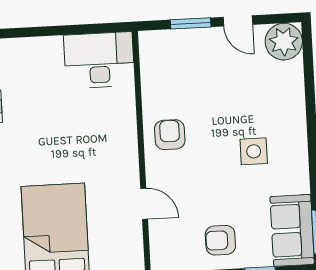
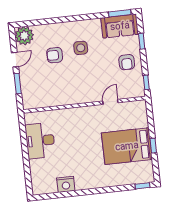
desk: (99, 60) -> (40, 141), moved
armchair: (170, 135) -> (55, 55), moved

